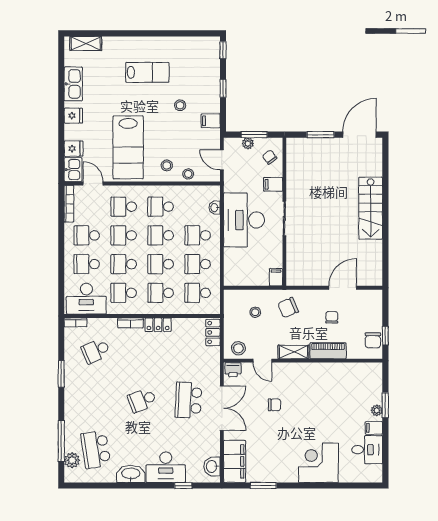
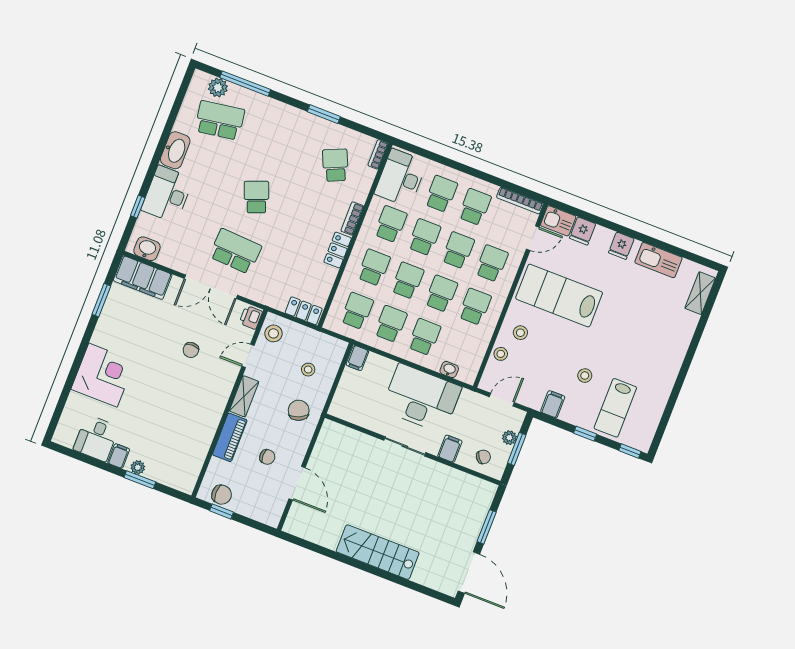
lab bench: (147, 72) -> (615, 408), moved
filing cabinet: (276, 277) -> (357, 358), moved, turned 90
chair: (373, 340) -> (222, 495), turned 180

